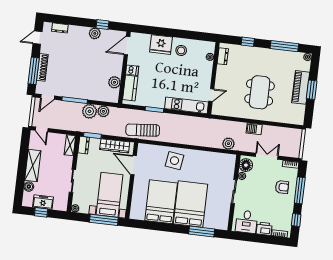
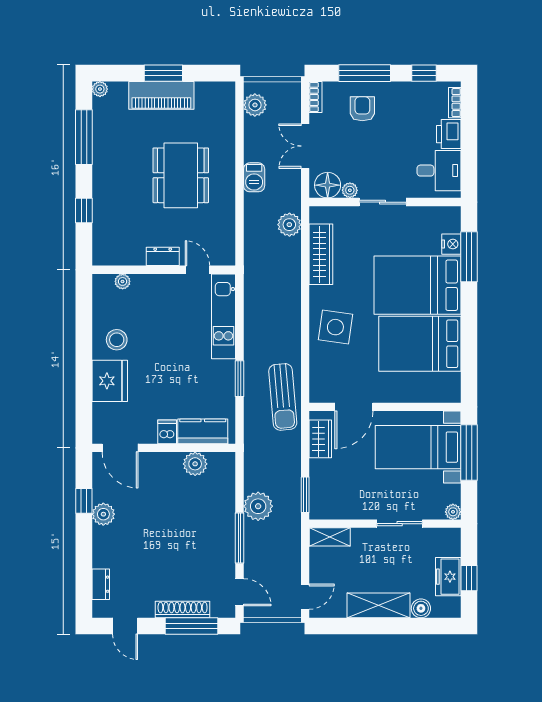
dresser: (223, 56) -> (163, 256), moved
dining table: (260, 92) -> (181, 175), turned 90
plant: (103, 111) -> (255, 105), moved
dresser: (84, 145) -> (326, 510), removed
wardrobe: (115, 146) -> (320, 439), width x0.67
wardrobe: (212, 158) -> (321, 254), added
nightstand: (209, 223) -> (451, 244), added

